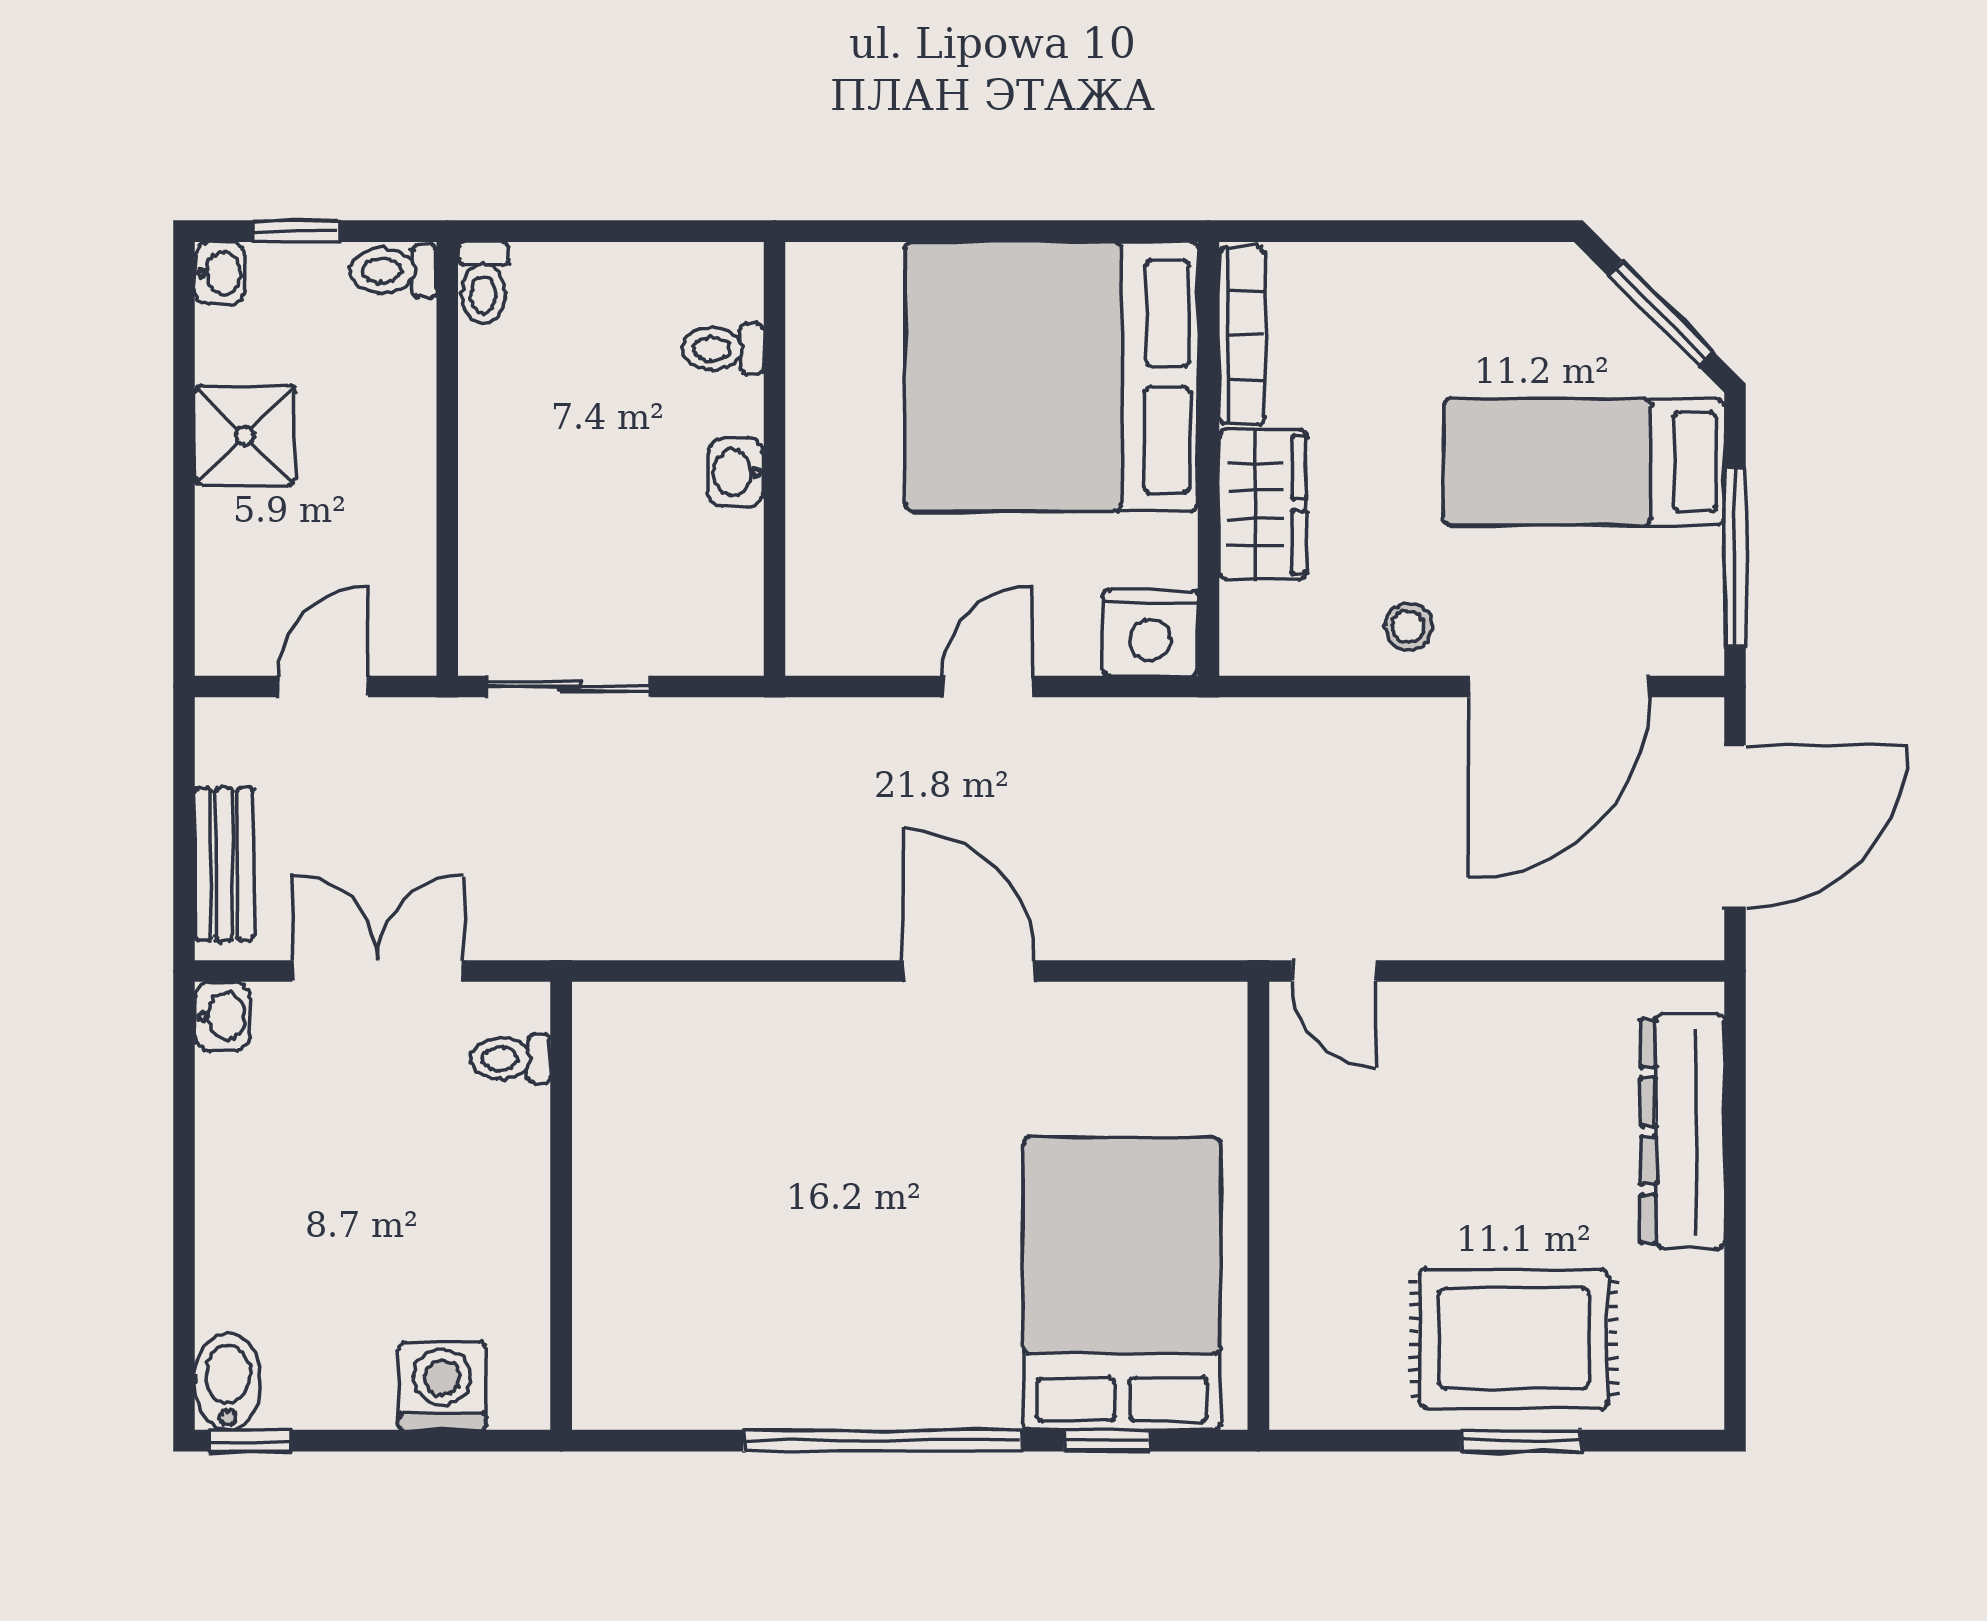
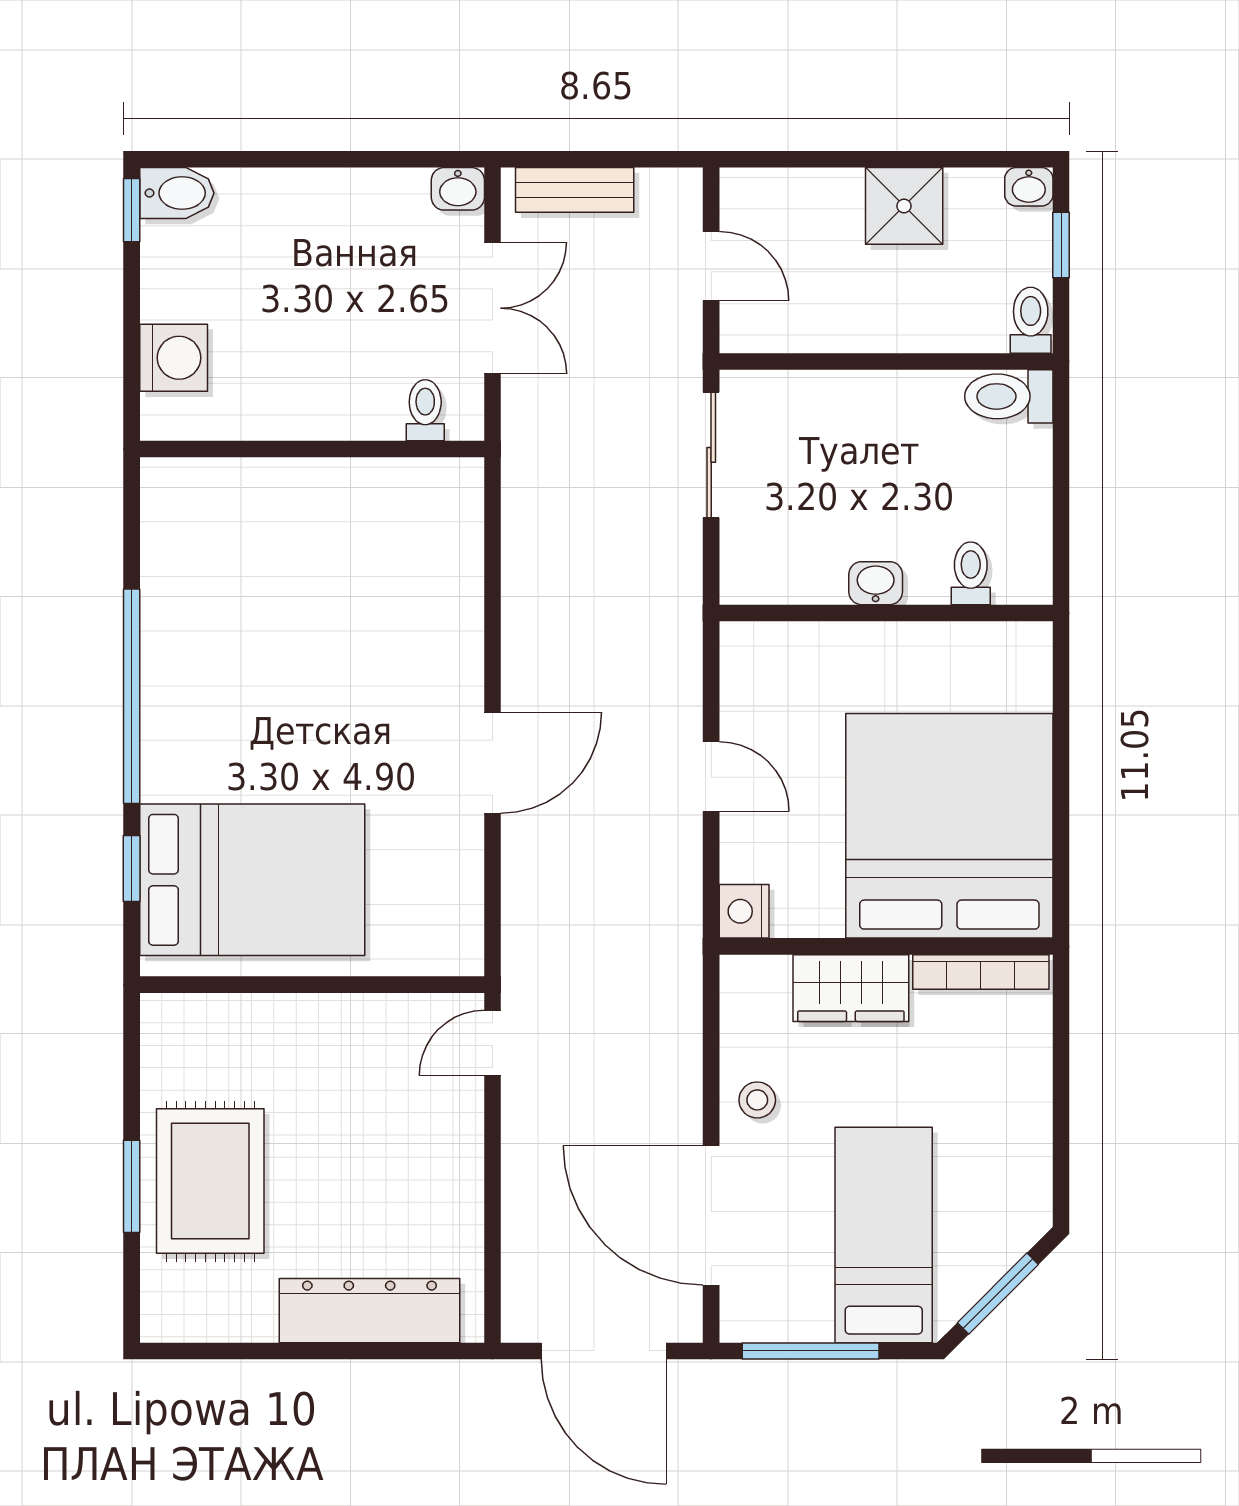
toilet: (483, 283) -> (1009, 396), width x1.37, depth x1.39
nightstand: (1150, 633) -> (744, 911), width x0.74, depth x0.75

